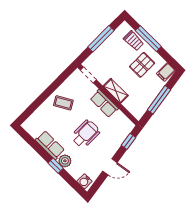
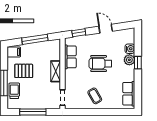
row of seats: (104, 103) -> (70, 57), moved
row of seats: (50, 145) -> (129, 94), moved
water cooler: (84, 181) -> (130, 49), moved

